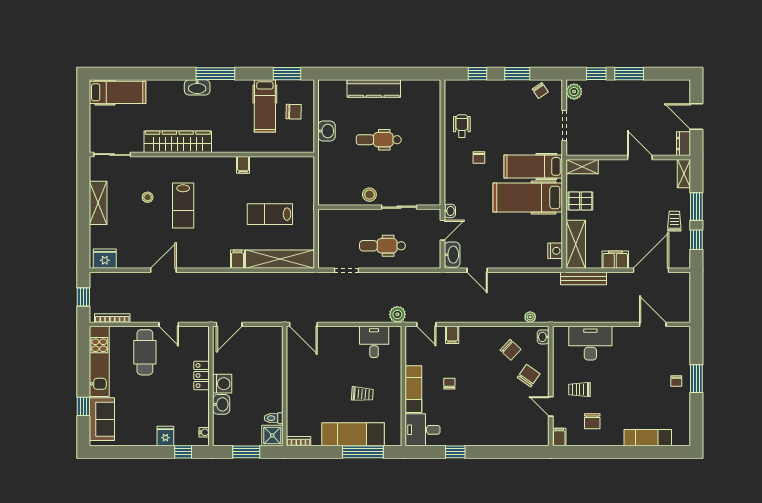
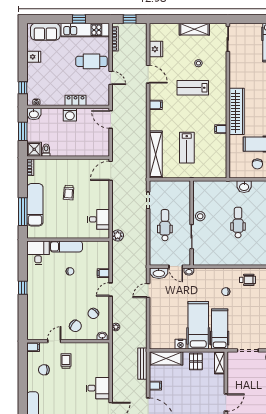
wardrobe: (178, 142) -> (237, 111), moved
lab bench: (270, 214) -> (187, 148), turned 180
nightstand: (555, 251) -> (180, 344), moved
fridge: (105, 259) -> (156, 49), moved
filing cabinet: (237, 259) -> (156, 105), moved
filing cabinet: (615, 260) -> (155, 386), width x0.50
door: (169, 324) -> (111, 78), swing flipped
door: (426, 324) -> (111, 289), moved
desk: (590, 343) -> (98, 388), moved, width x0.73
trolley: (362, 394) -> (69, 193), moved
washbasin: (221, 404) -> (34, 114), moved
window: (83, 406) -> (79, 19), moved
fridge: (165, 436) -> (34, 57), moved
window: (455, 452) -> (23, 288), moved

